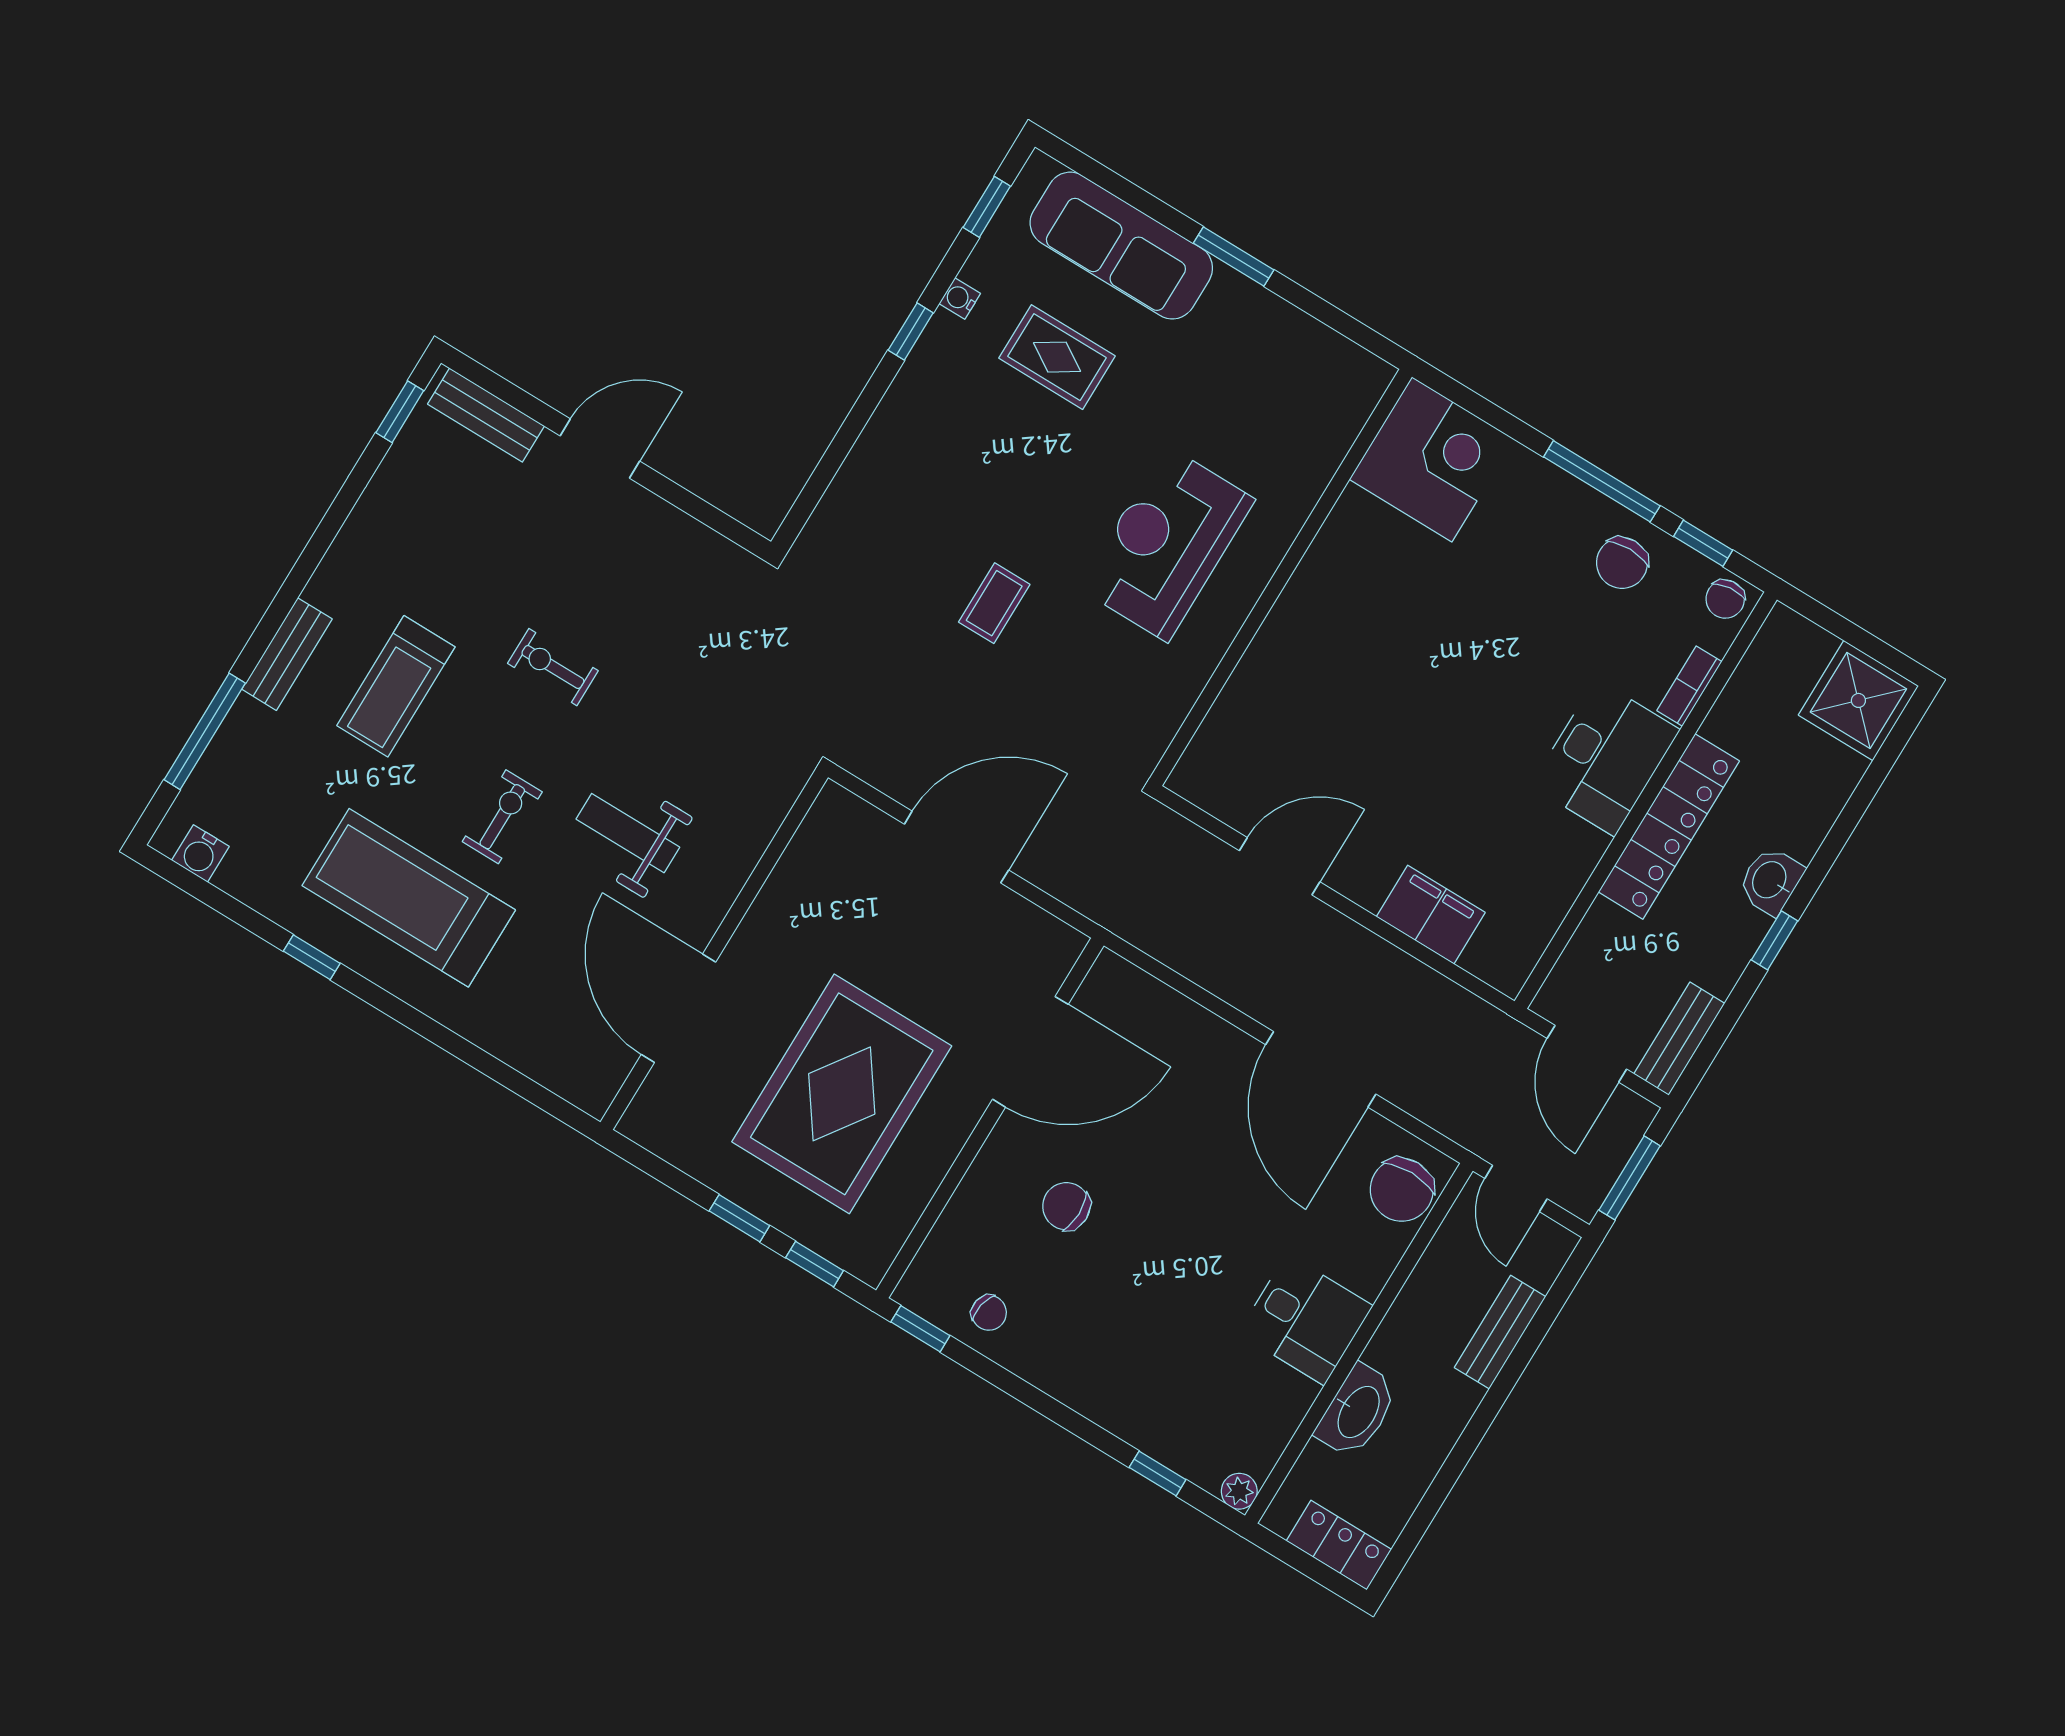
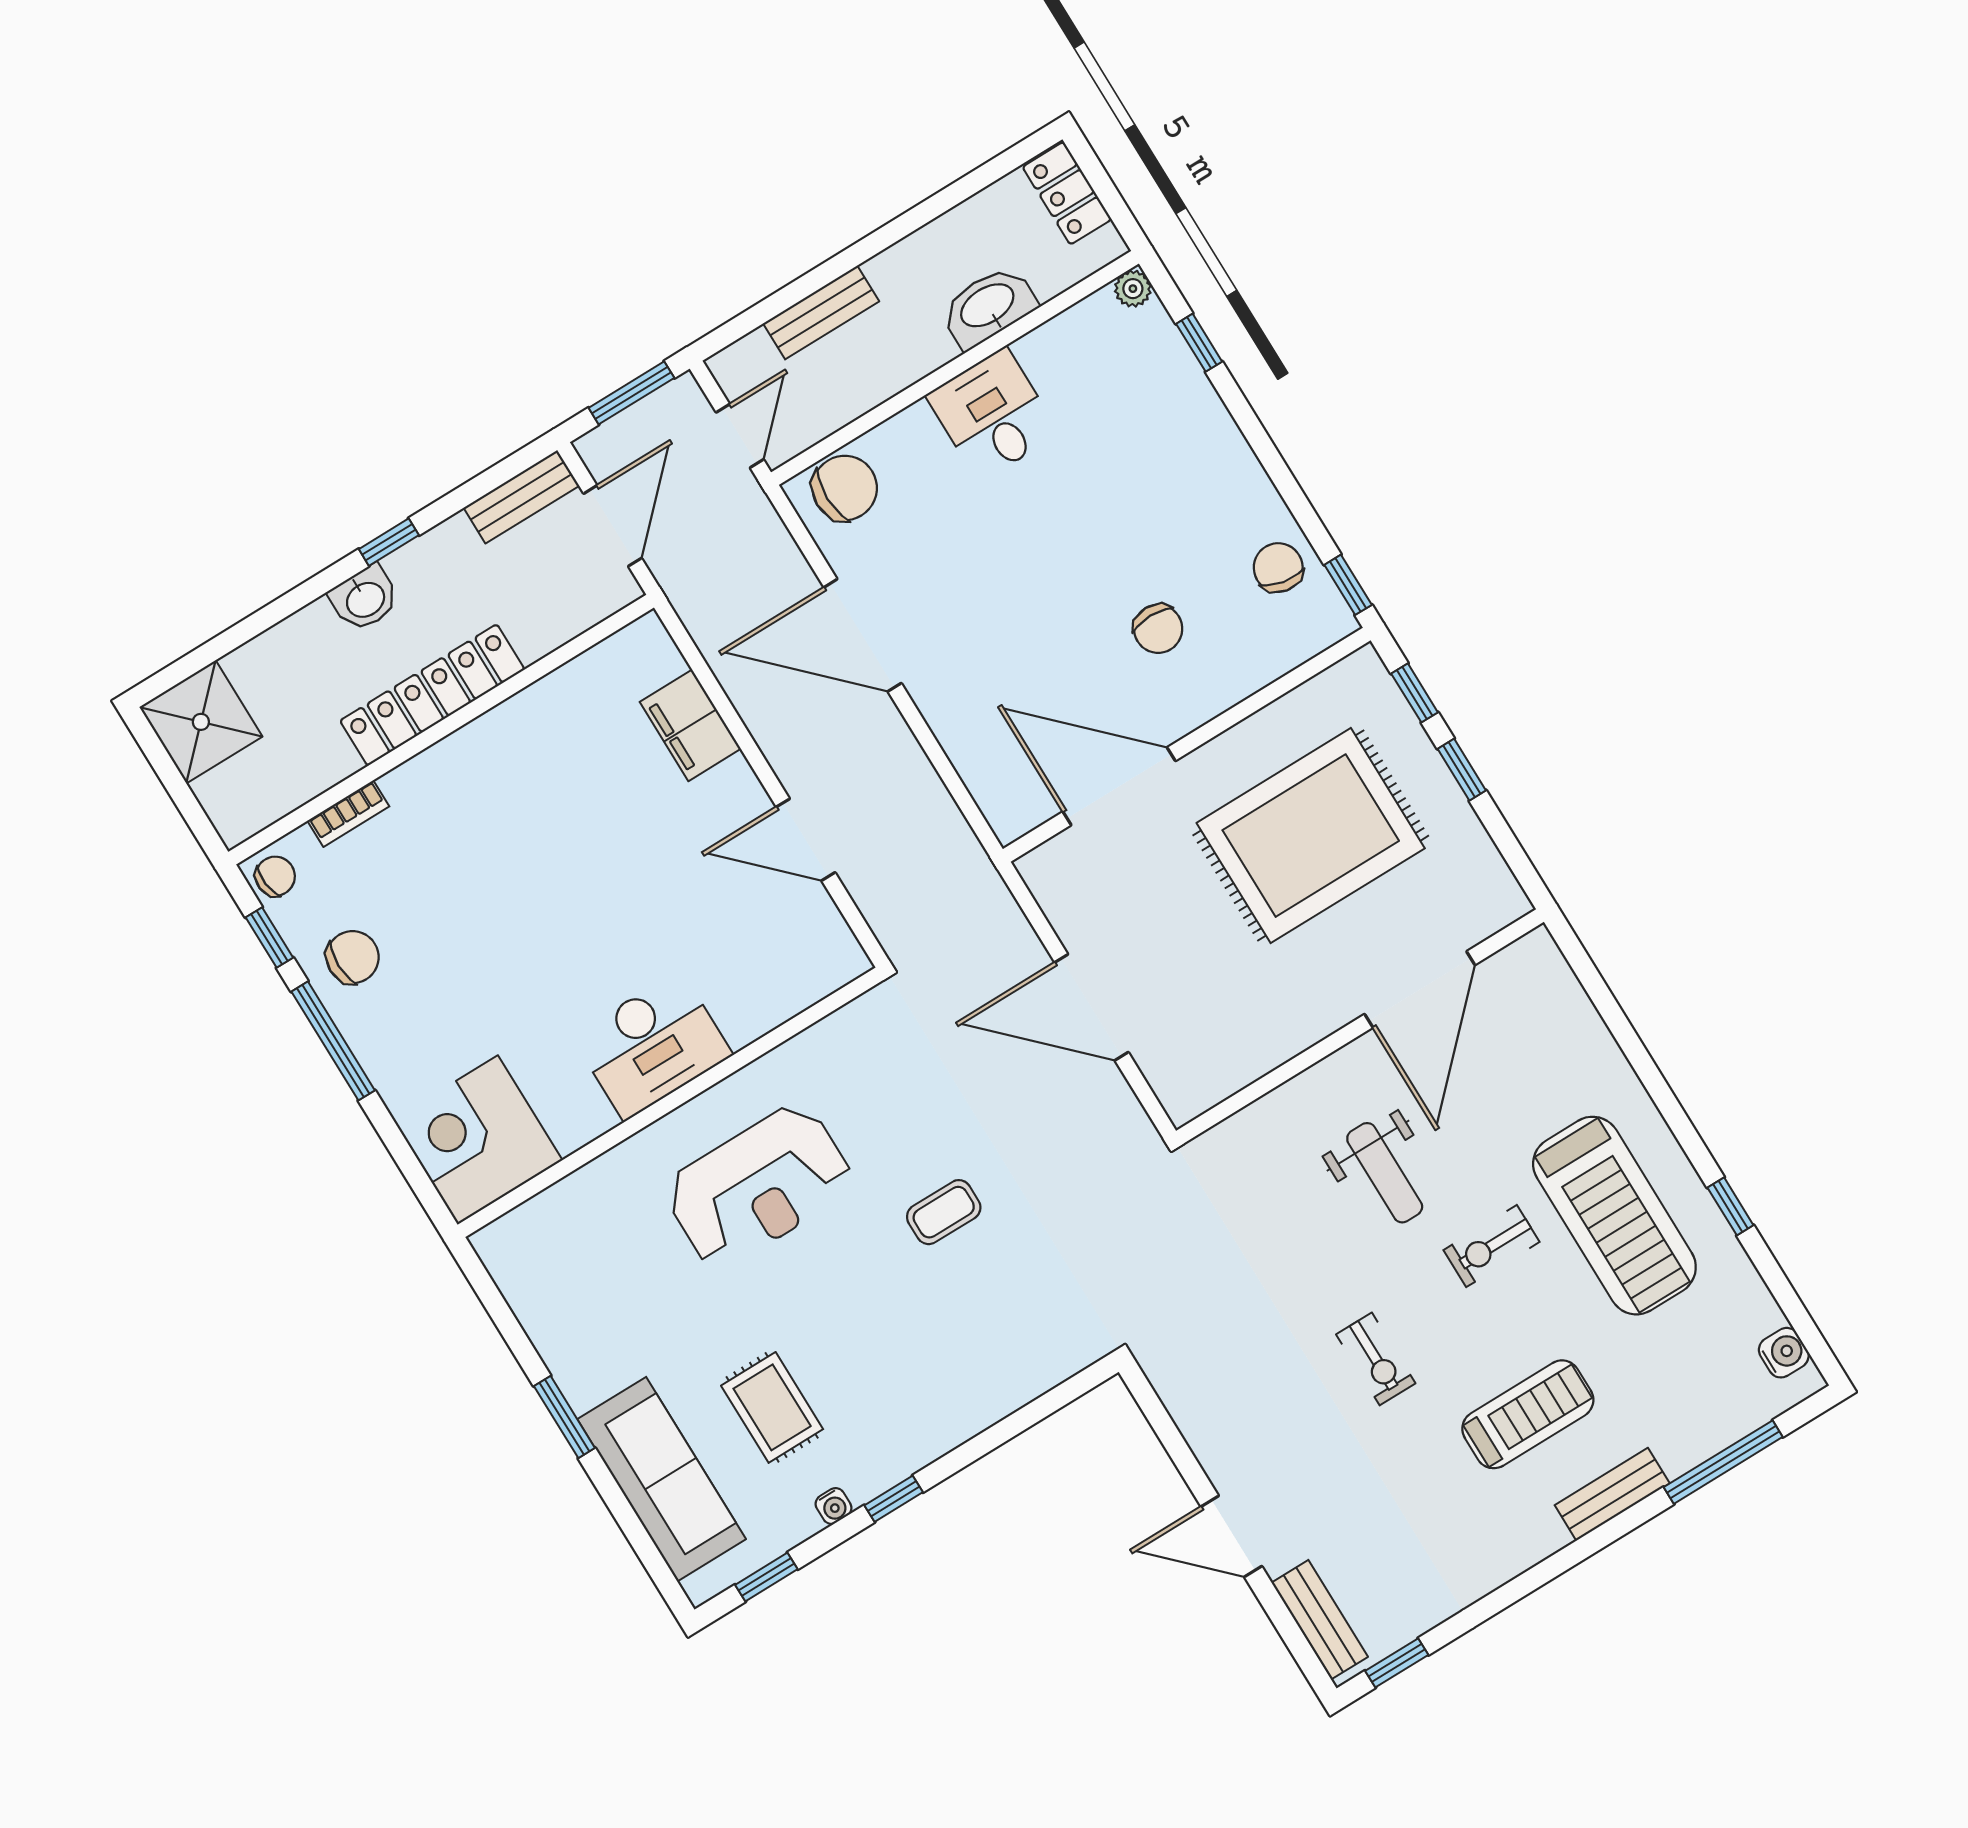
desk: (1605, 758) -> (652, 1045), moved, turned 180
door: (1321, 1069) -> (863, 635), swing flipped
chair: (989, 1313) -> (1278, 568), width x1.37, depth x1.37

